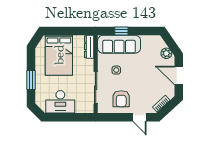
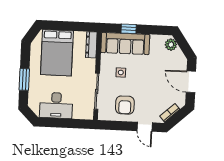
plant: (166, 53) -> (171, 45), moved

